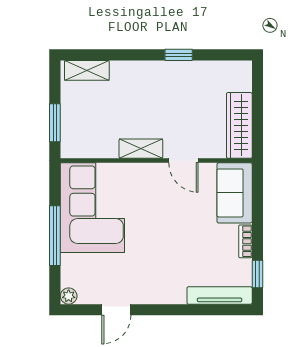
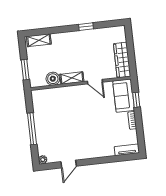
boiler: (105, 146) -> (53, 79), added
corner sofa: (92, 208) -> (50, 112), removed
window: (257, 274) -> (136, 100), moved
tv unit: (220, 295) -> (127, 150), width x0.71

